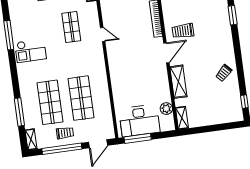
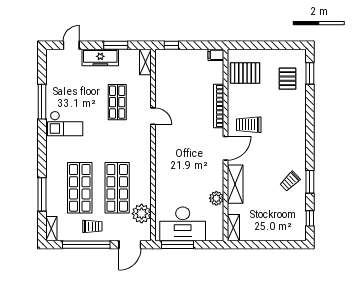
window: (233, 15) -> (310, 182), moved
plant: (166, 109) -> (216, 198), moved
plant: (104, 117) -> (142, 214), added

